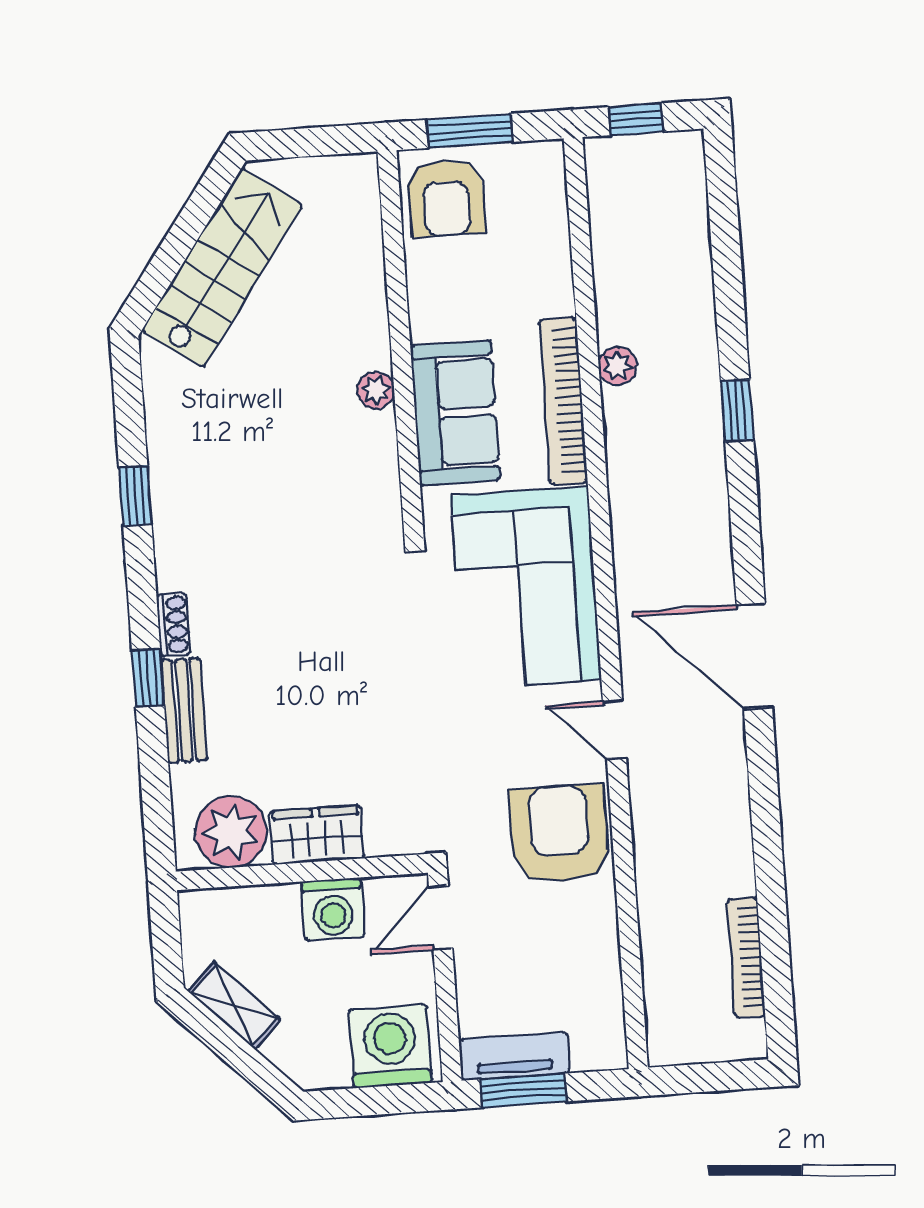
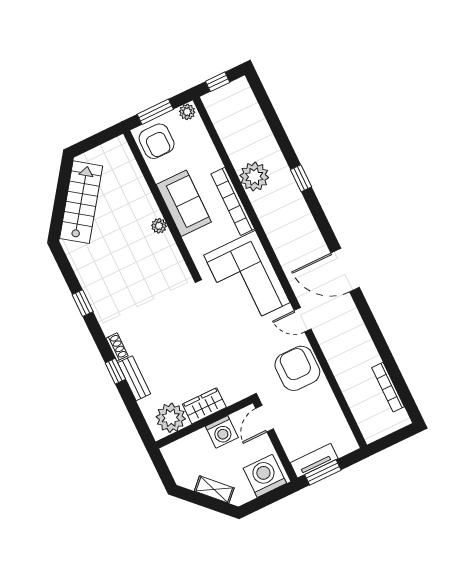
plant: (541, 160) -> (187, 112), added
plant: (617, 366) -> (254, 177), width x1.87, depth x1.87
sofa: (455, 413) -> (184, 203), moved
shelving: (234, 1005) -> (214, 489), moved

